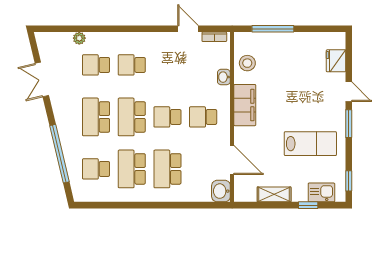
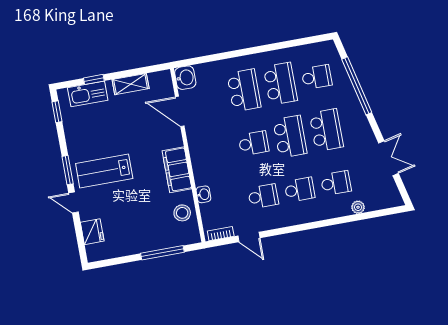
school desk: (203, 117) -> (263, 196), moved
lab bench: (310, 144) -> (104, 171), moved
kitchen sink: (321, 192) -> (88, 94), width x1.38

